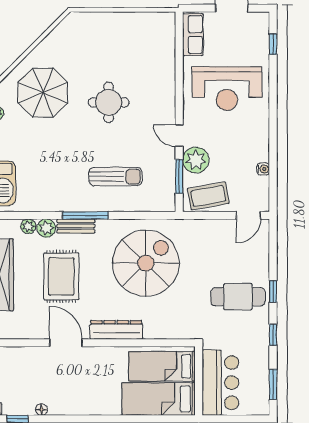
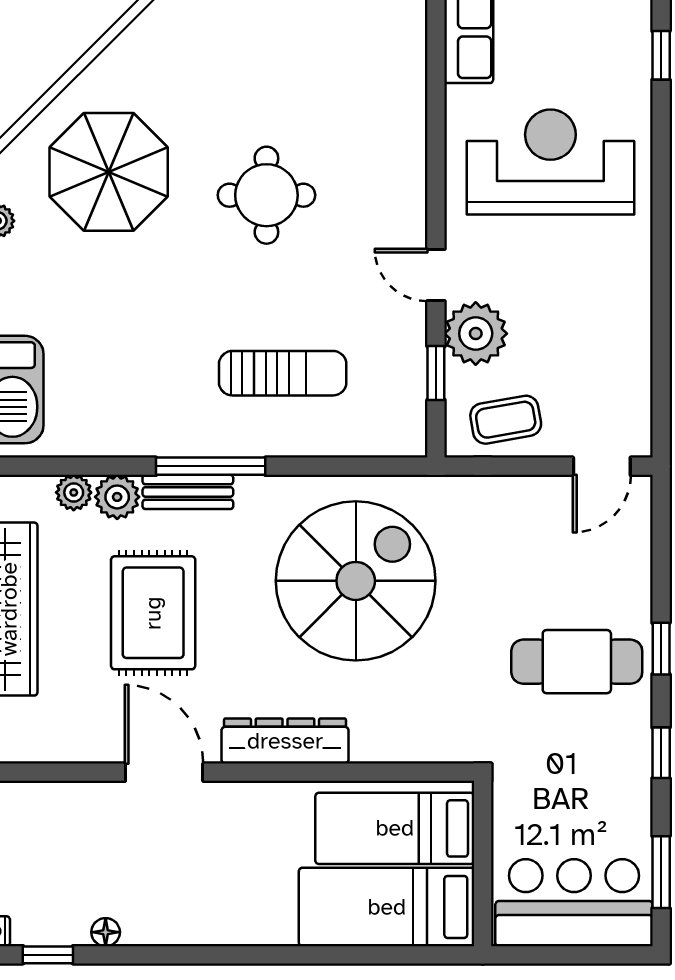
reception desk: (227, 89) -> (550, 162), turned 180
water cooler: (263, 169) -> (638, 355), removed
window: (179, 176) -> (436, 373), width x0.67
coffee table: (208, 196) -> (506, 420), width x0.73, depth x0.77
bar counter: (220, 383) -> (574, 903), moved, turned -90

